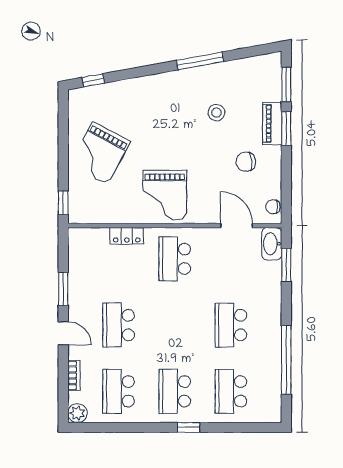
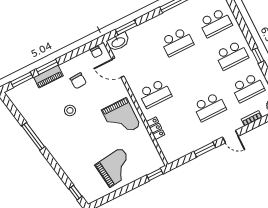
stool: (216, 113) -> (70, 110), moved
grand piano: (100, 153) -> (116, 168), turned -35
grand piano: (165, 195) -> (121, 118), turned 90
door: (236, 226) -> (118, 68), hinge flipped
door: (63, 333) -> (230, 137), swing flipped
window: (189, 427) -> (258, 56), moved

